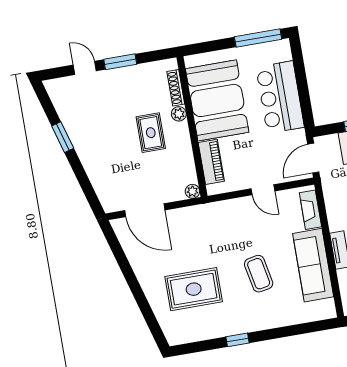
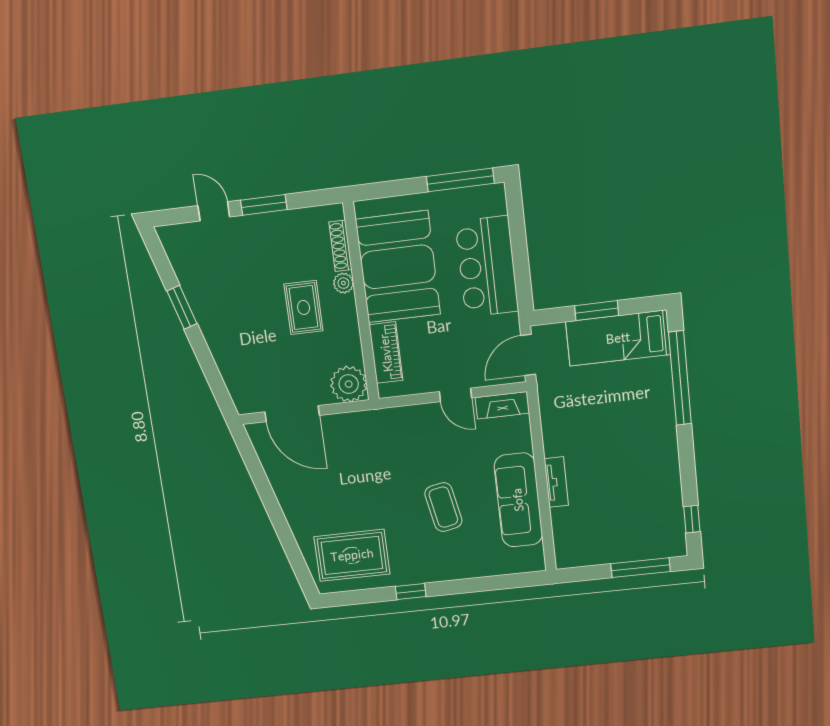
plant: (192, 191) -> (349, 384), width x1.88, depth x1.88
fireplace: (310, 210) -> (502, 405), moved, turned -90
rug: (194, 289) -> (352, 555), moved

